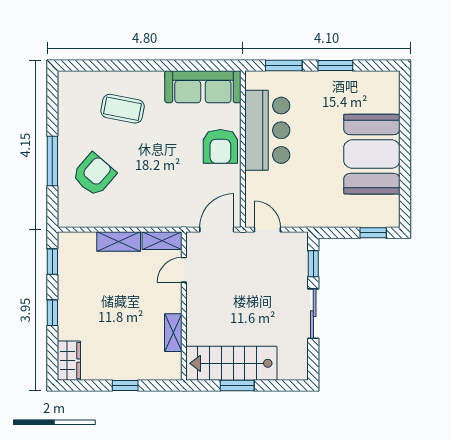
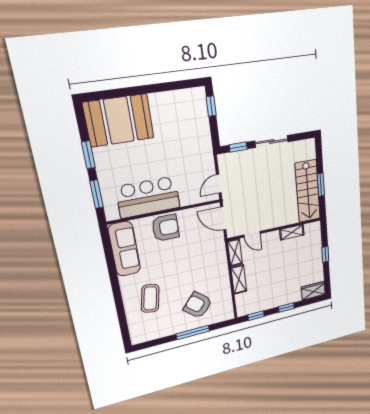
booth: (372, 154) -> (119, 120), moved

